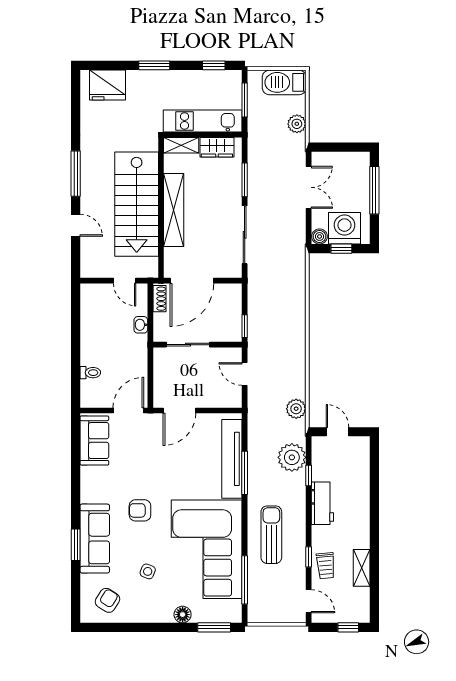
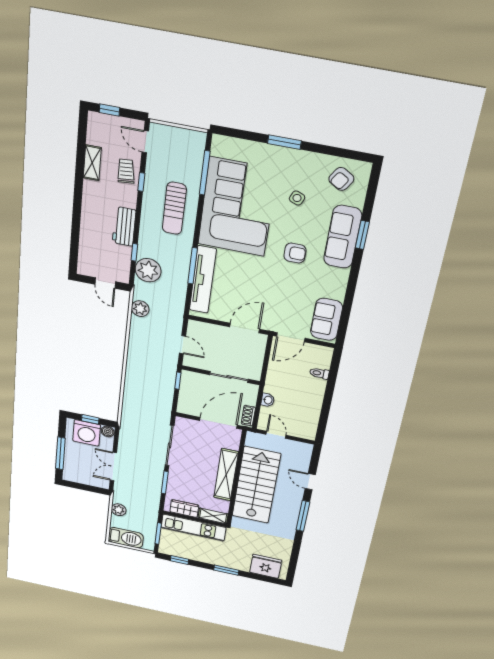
floor lamp: (183, 615) -> (270, 152), removed
window: (214, 627) -> (284, 142), moved

